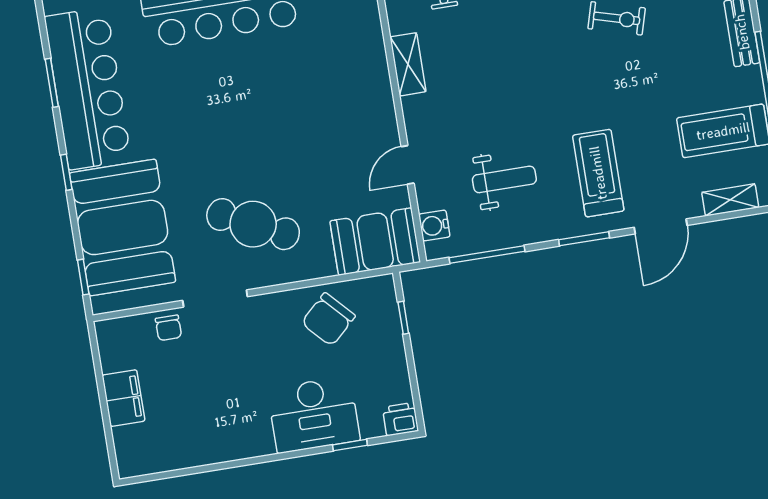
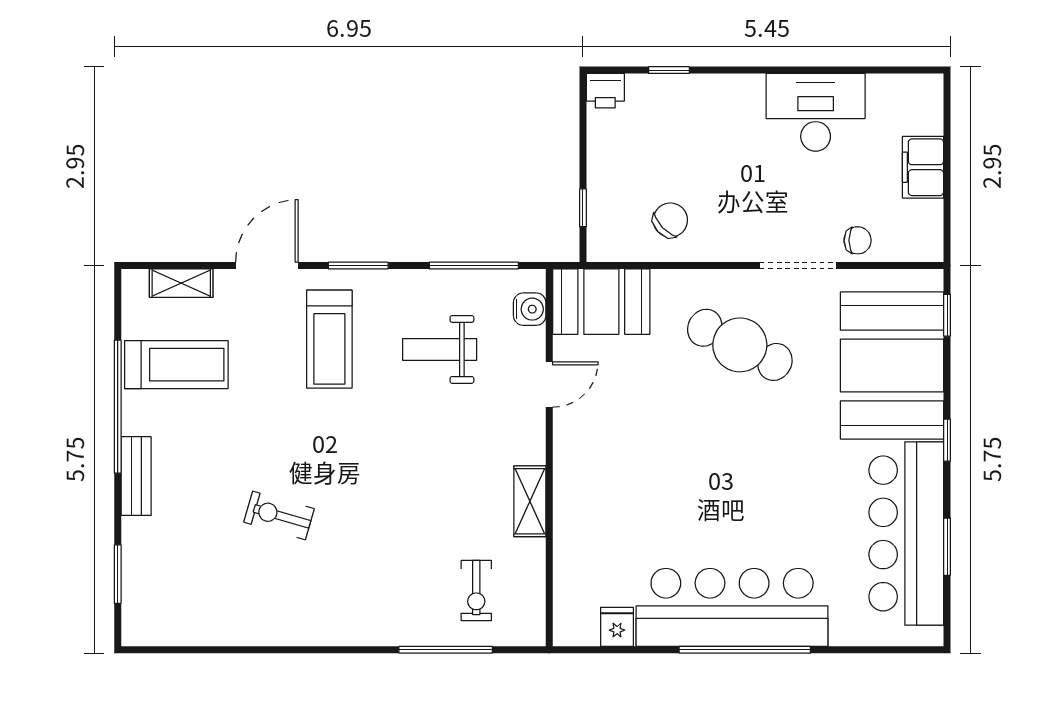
chair: (328, 319) -> (670, 220), width x0.73, depth x0.73
chair: (168, 328) -> (858, 240), turned 90
desk: (314, 415) -> (816, 112), moved

